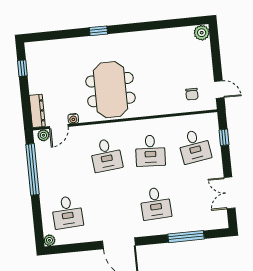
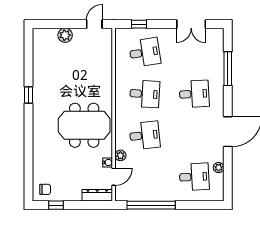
window: (98, 31) -> (28, 95), moved
plant: (202, 33) -> (65, 35), moved
chair: (192, 94) -> (45, 189), moved
door: (59, 126) -> (114, 177), hinge flipped
plant: (43, 135) -> (120, 155), moved
plant: (49, 240) -> (219, 168), moved

